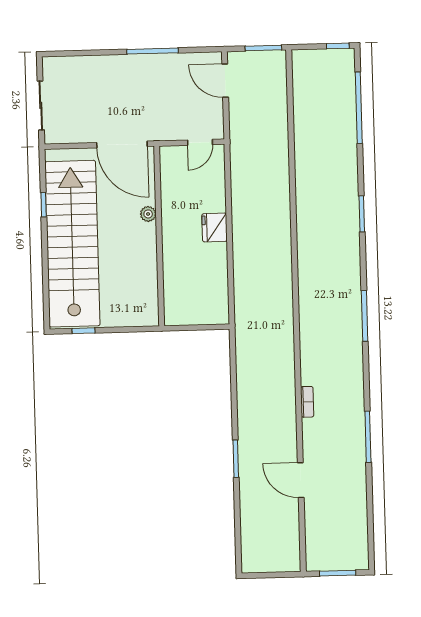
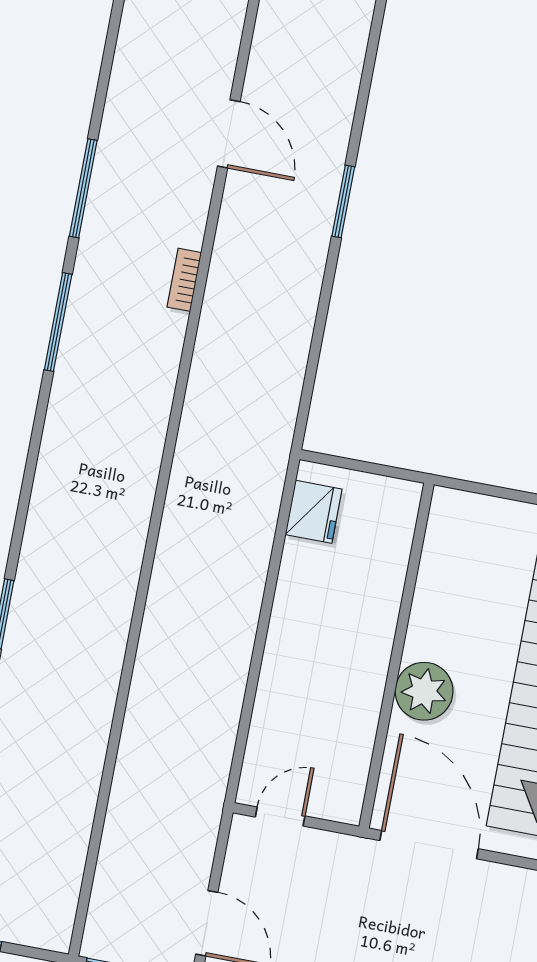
plant: (148, 214) -> (424, 691), width x1.87, depth x1.87
fridge: (215, 227) -> (314, 512), moved
window: (365, 316) -> (58, 322), moved

